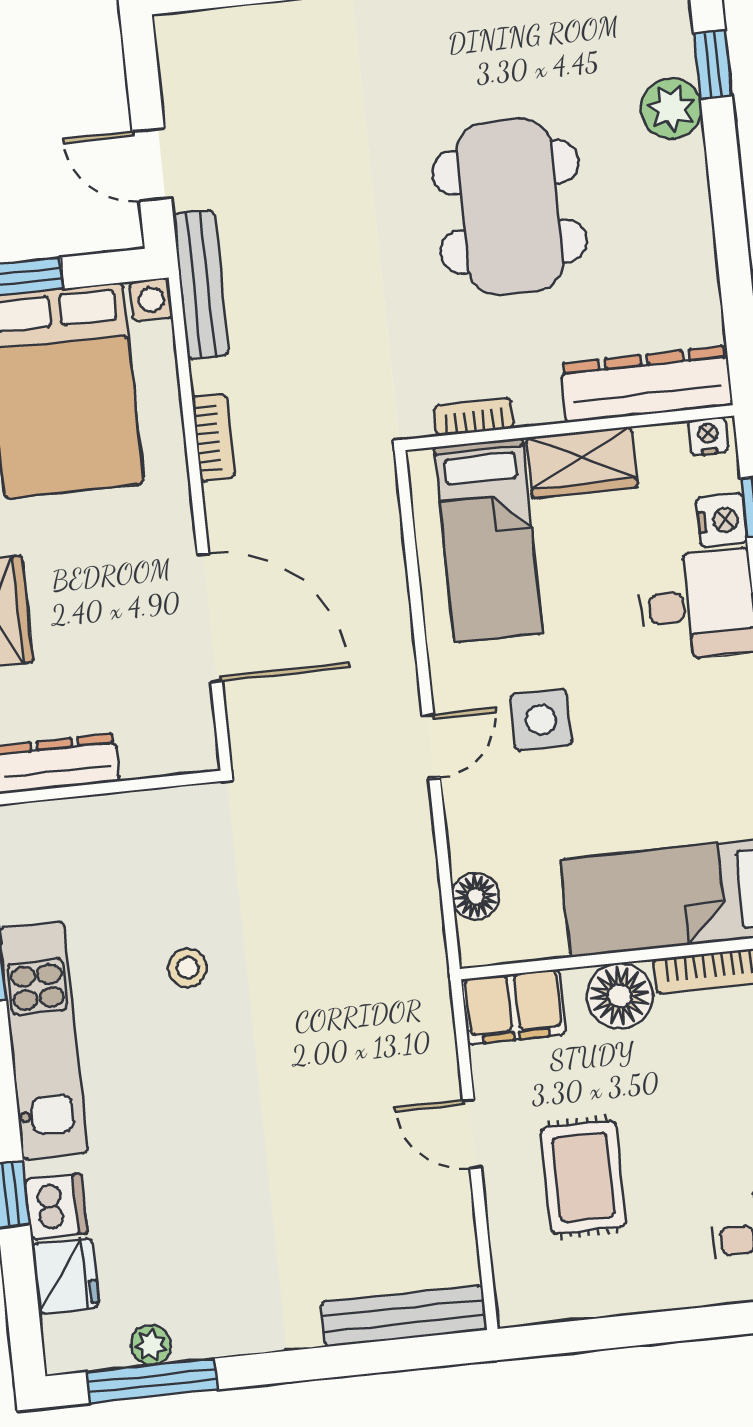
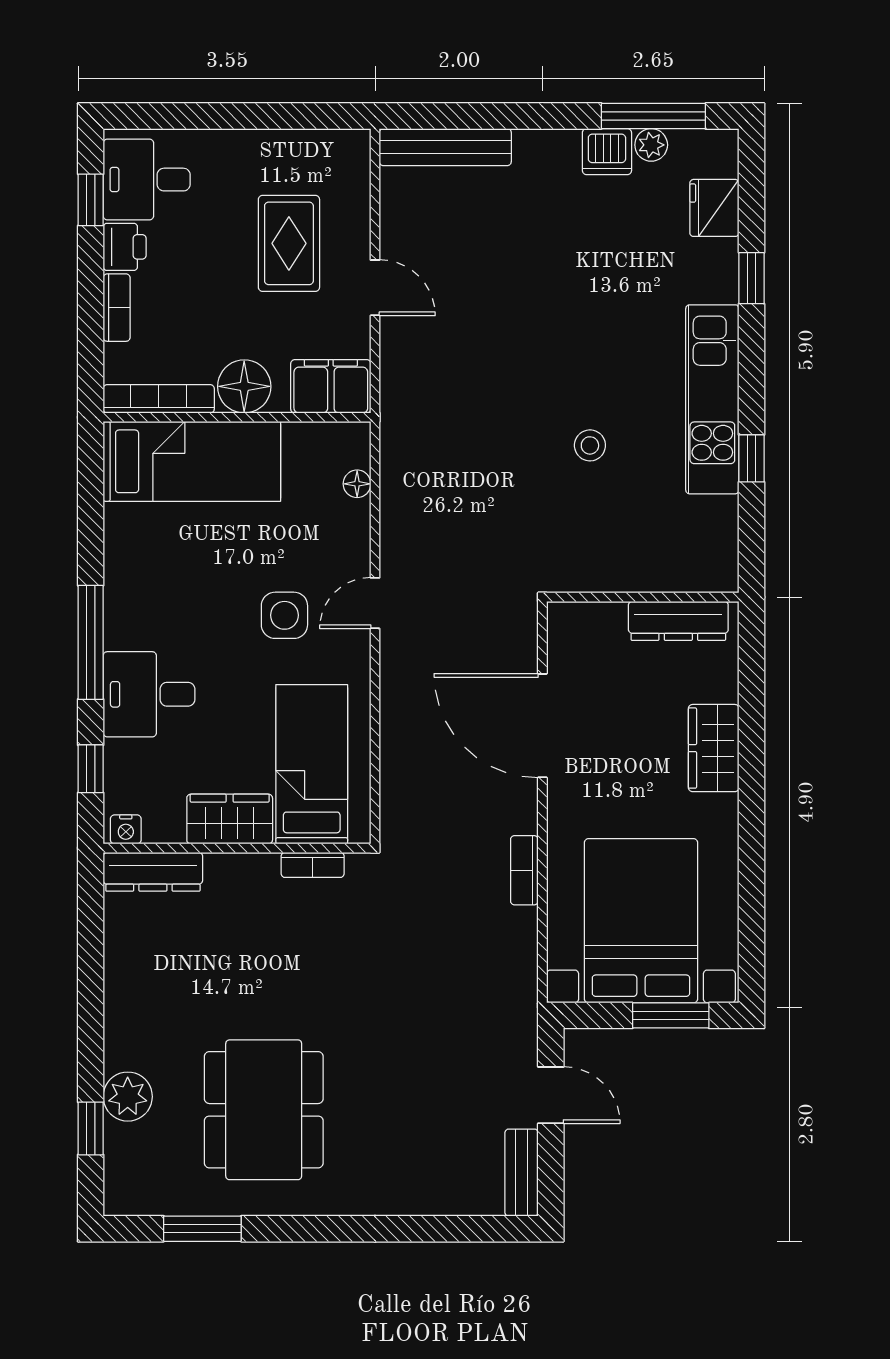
dining table: (510, 207) -> (264, 1110), moved
bench: (201, 285) -> (522, 1173), moved, width x0.73
dresser: (646, 384) -> (153, 872), width x0.73, depth x0.80
nightstand: (722, 520) -> (122, 761), removed
floor lamp: (476, 896) -> (357, 484), width x0.73, depth x0.73
dishwasher: (56, 1207) -> (607, 152), moved, turned -90

